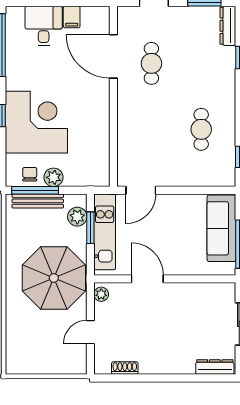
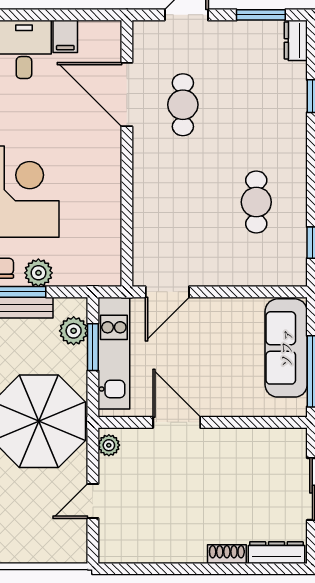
dresser: (228, 26) -> (296, 40), width x0.70
shoe rack: (125, 368) -> (227, 554), moved

